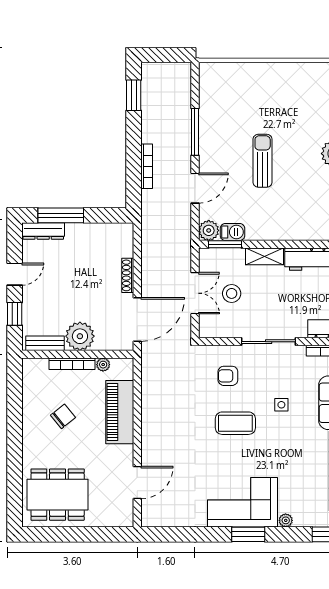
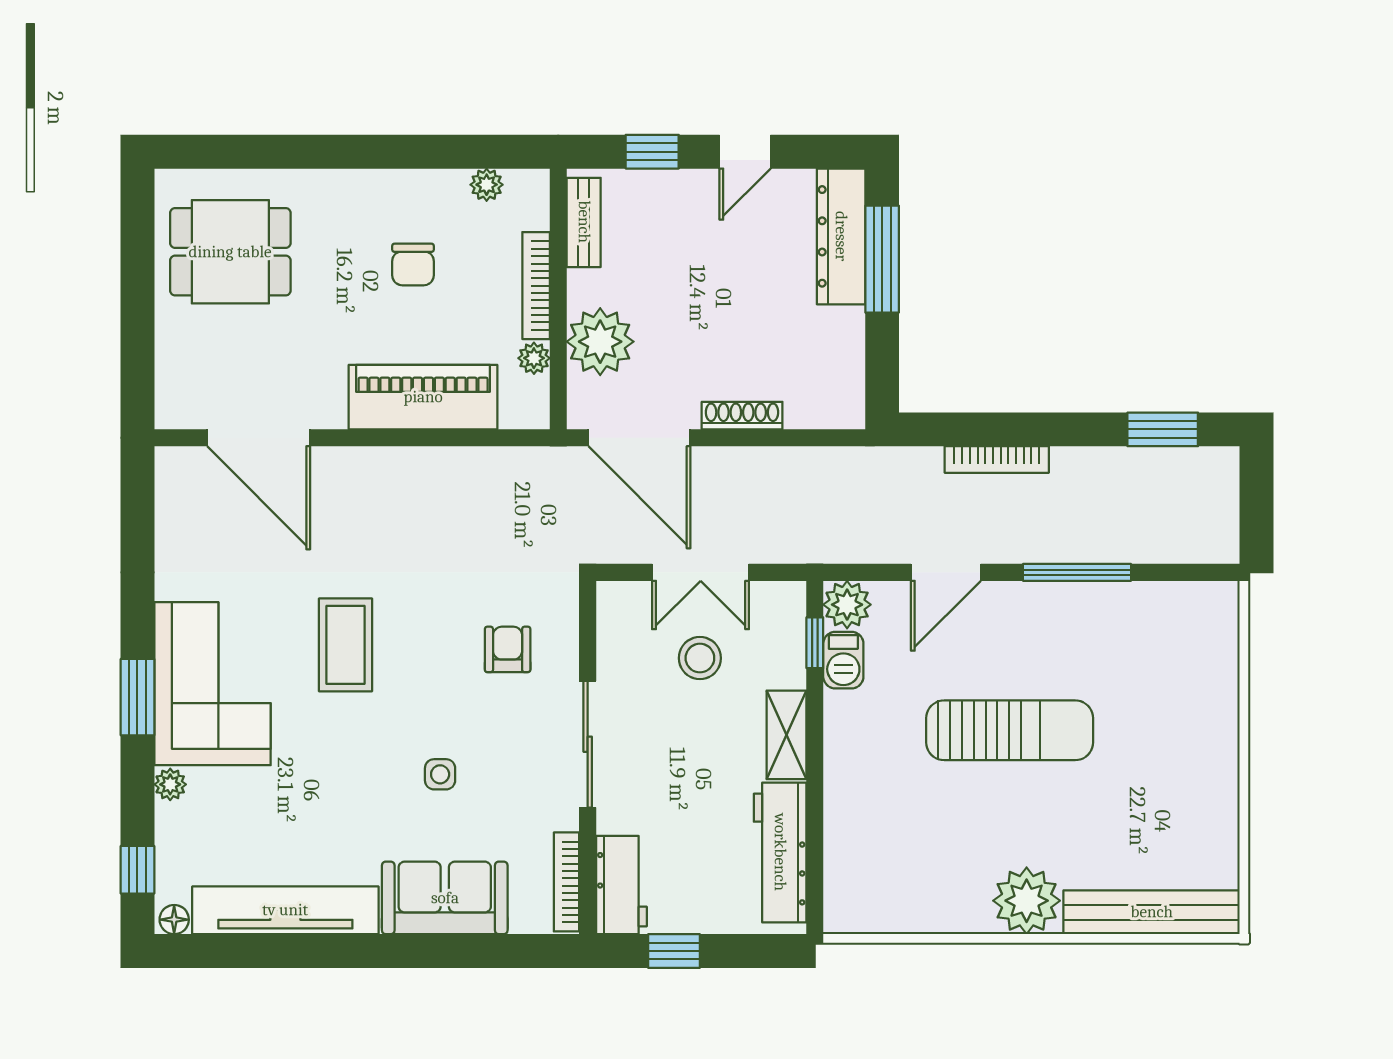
sun lounger: (263, 161) -> (1010, 730), width x1.36, depth x1.34
door: (195, 188) -> (946, 572), hinge flipped
dresser: (43, 231) -> (841, 236), width x1.37, depth x1.24
window: (225, 244) -> (815, 643), width x0.67
door: (15, 274) -> (745, 152), hinge flipped
plant: (80, 336) -> (600, 342), moved
plant: (29, 385) -> (487, 185), added
chair: (63, 416) -> (413, 264), turned 39
coffee table: (235, 423) -> (346, 645), moved
door: (137, 483) -> (259, 438), width x1.36
dining table: (58, 495) -> (230, 252), width x0.73

